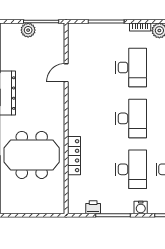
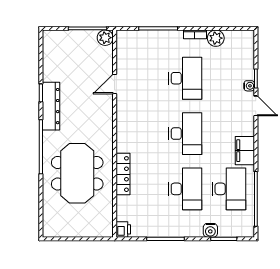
plant: (28, 30) -> (105, 38), moved
meeting table: (32, 155) -> (77, 173), turned 90
printer: (93, 207) -> (123, 229), moved, turned 90
water cooler: (141, 207) -> (210, 230), moved

